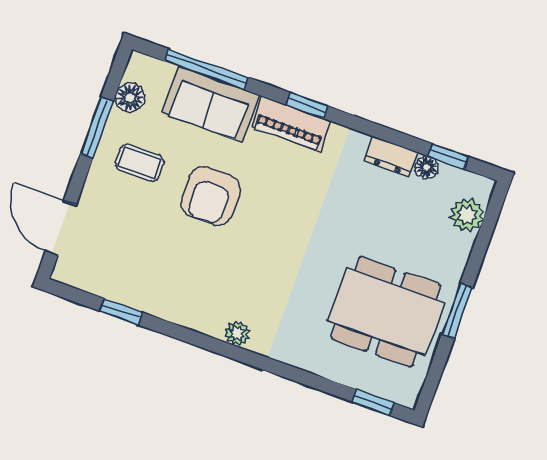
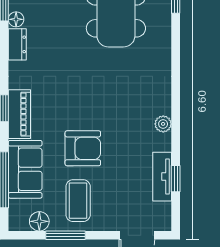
coffee table: (139, 163) -> (78, 201), width x1.36, depth x1.30
tv unit: (131, 294) -> (162, 177), added
plant: (237, 333) -> (163, 124), moved

